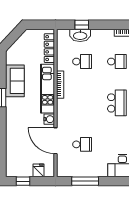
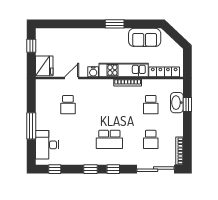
sofa: (15, 81) -> (145, 37), moved
door: (56, 141) -> (72, 78), width x0.53
fridge: (39, 170) -> (44, 66), width x1.88, depth x1.34
window: (85, 181) -> (31, 126), moved

